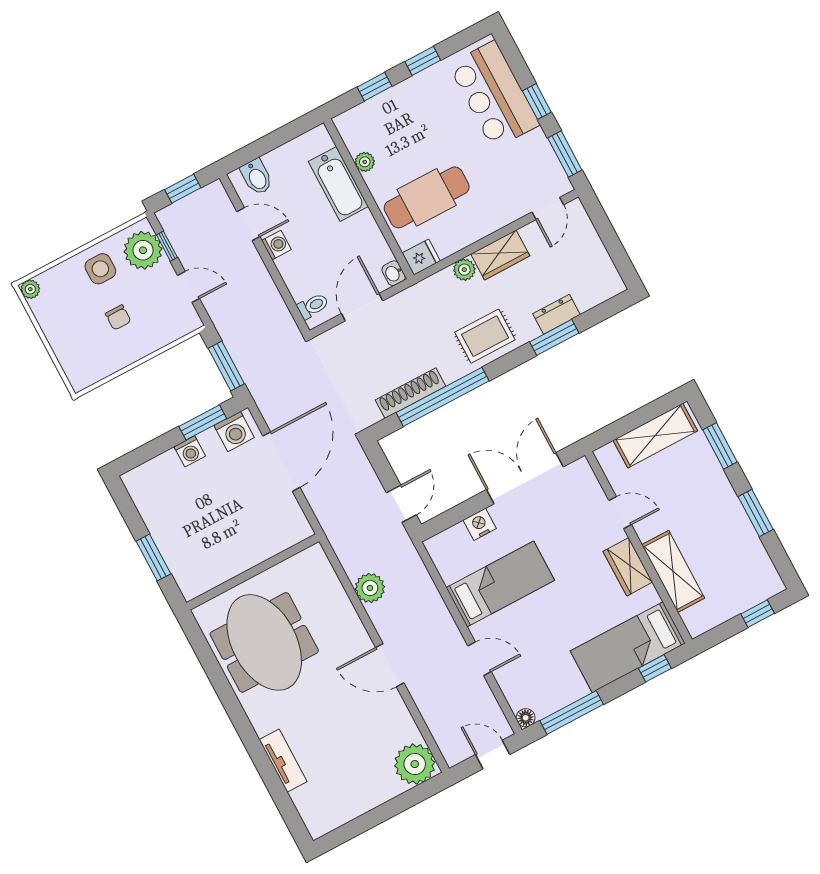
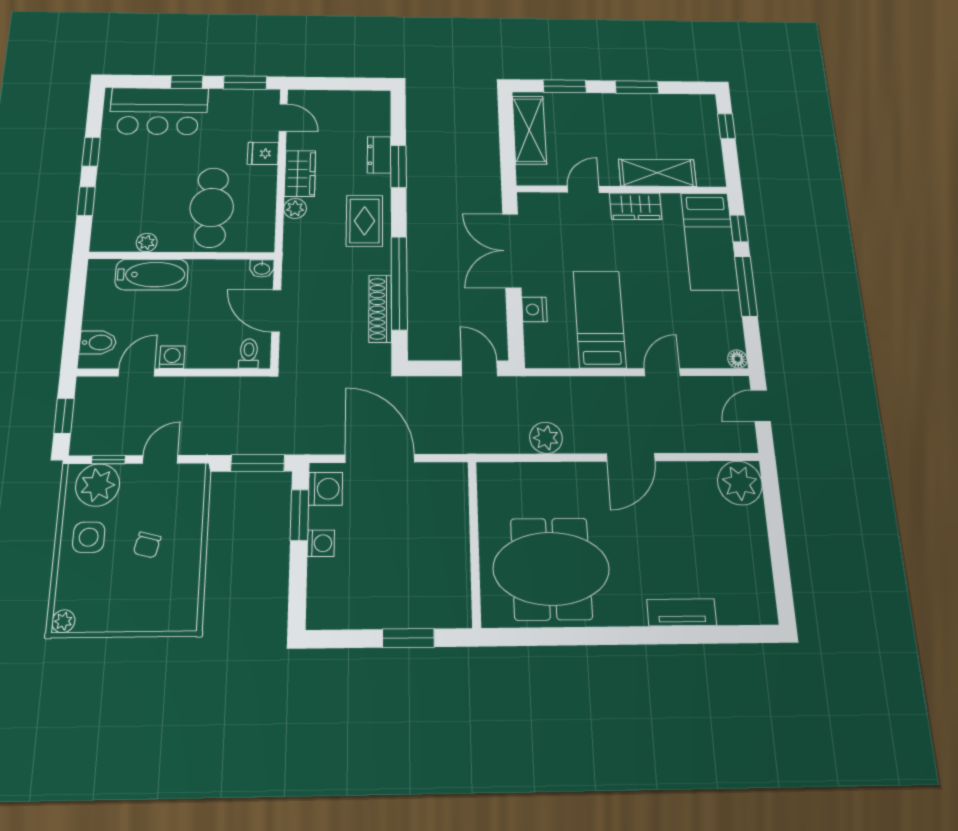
fridge: (421, 257) -> (263, 153), moved, turned -90
chair: (118, 317) -> (147, 545), turned 104
window: (572, 713) -> (746, 286), moved

